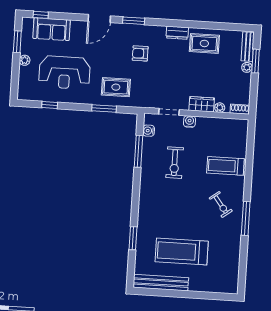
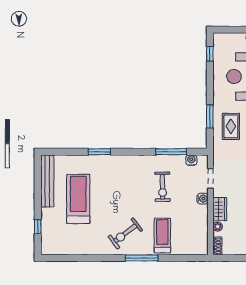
window: (50, 105) -> (210, 54), moved
exercise bike: (175, 163) -> (162, 187), turned -91
exercise bike: (221, 204) -> (125, 233), width x1.38, depth x1.39
window: (246, 218) -> (142, 258), moved
window: (133, 238) -> (99, 152), moved
window: (208, 296) -> (38, 227), added

